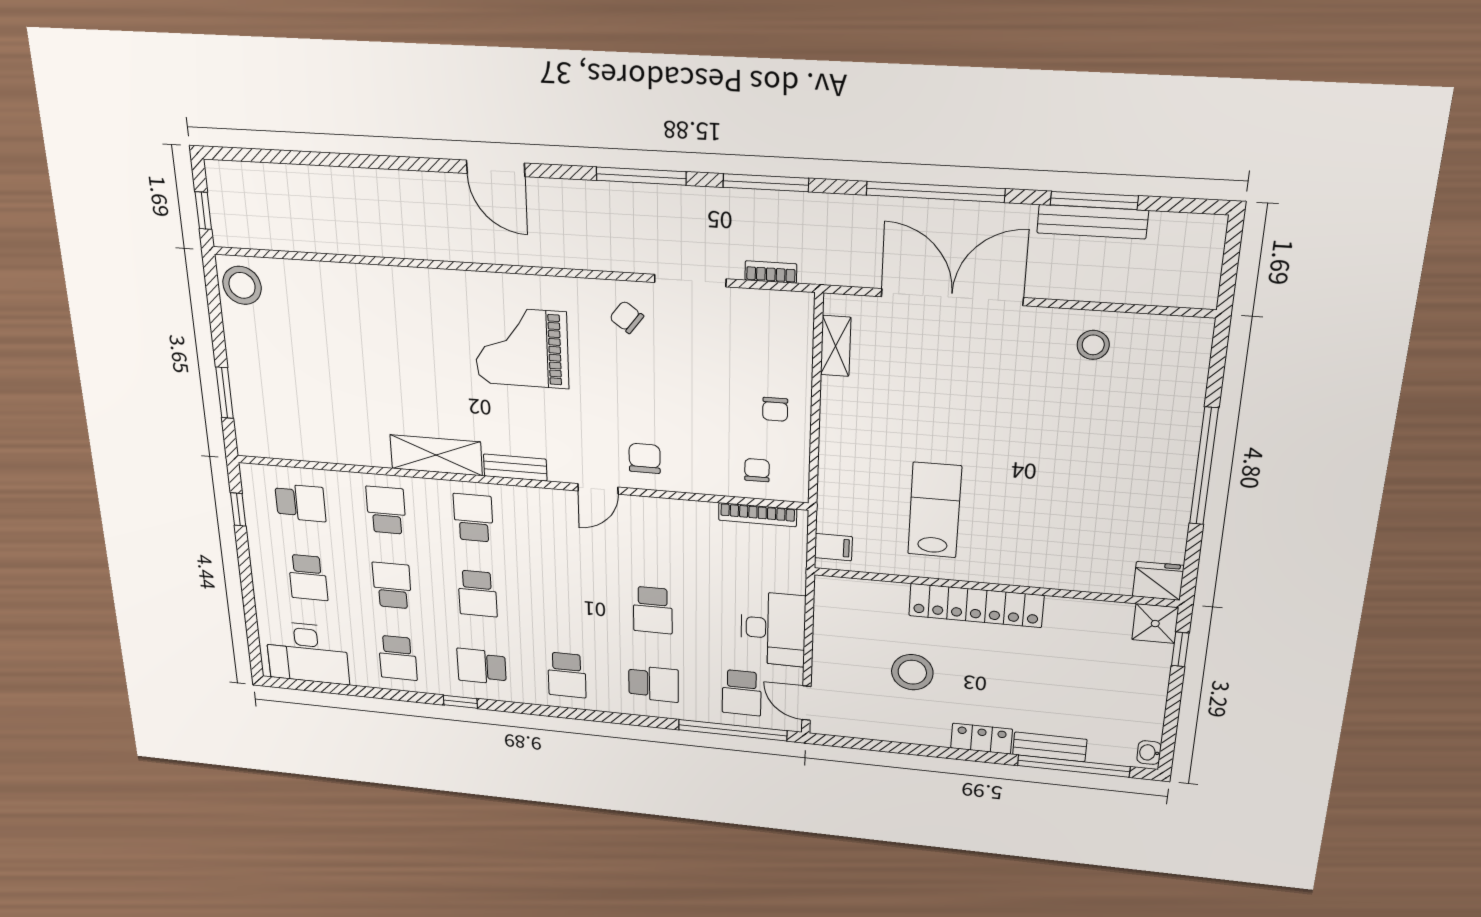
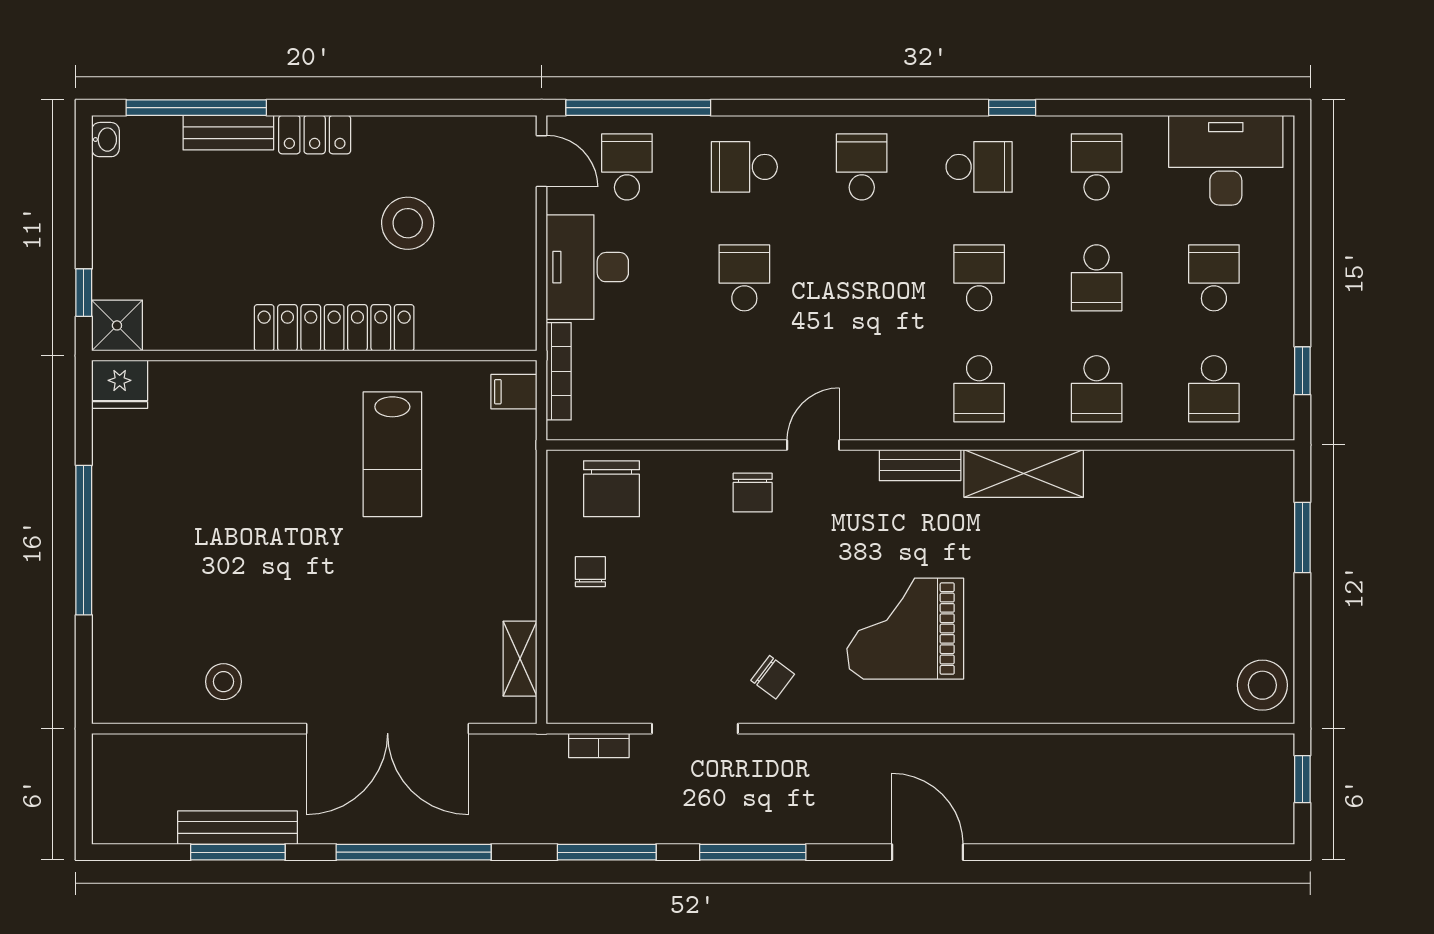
grand piano: (521, 348) -> (905, 629), turned 180
chair: (757, 470) -> (611, 489), width x1.87, depth x1.87
school desk: (300, 503) -> (1214, 389), turned -90
bookcase: (758, 515) -> (559, 371), moved, turned 90

